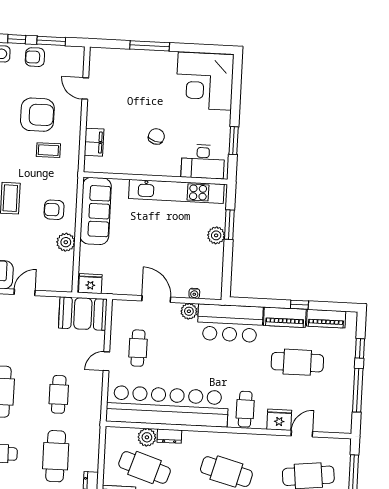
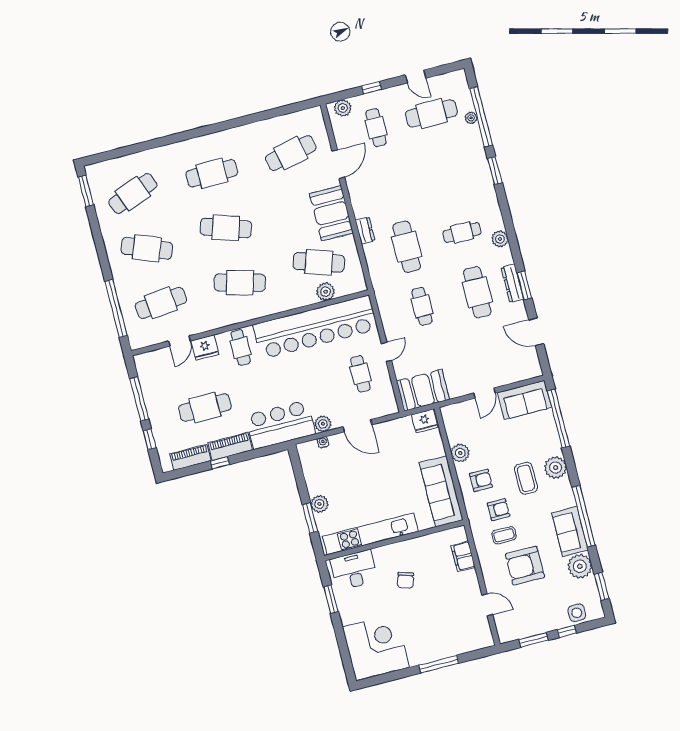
armchair: (35, 57) -> (499, 510), moved
dresser: (169, 436) -> (305, 299), removed

